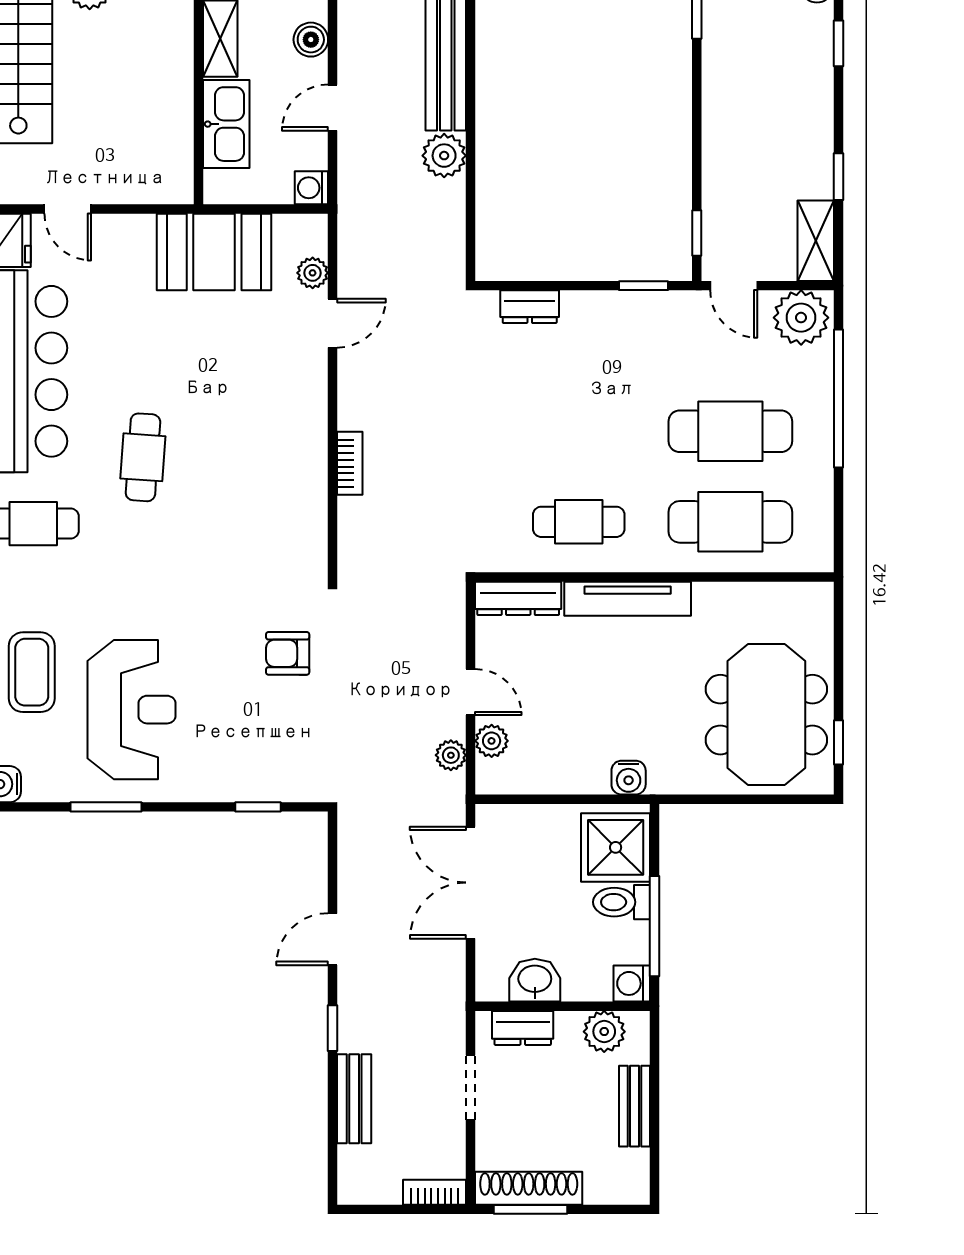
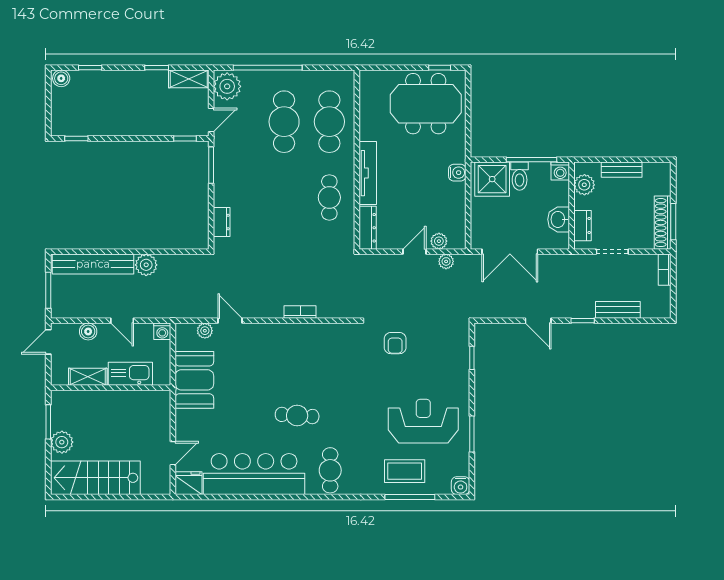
window: (643, 286) -> (211, 165), width x1.50

